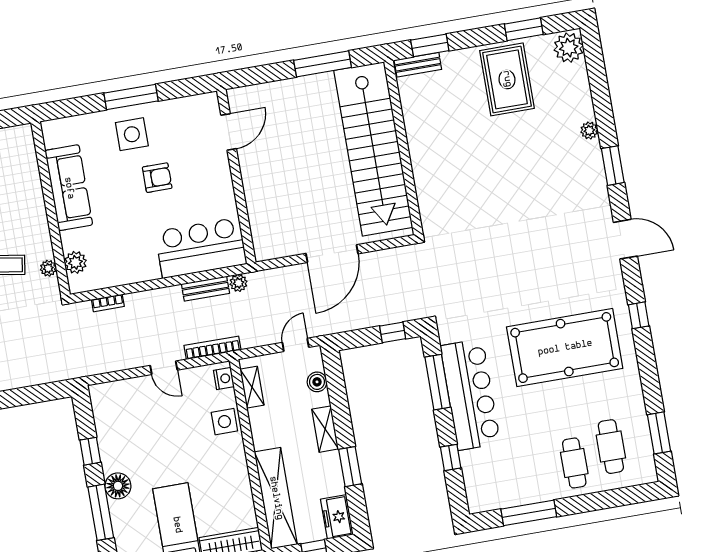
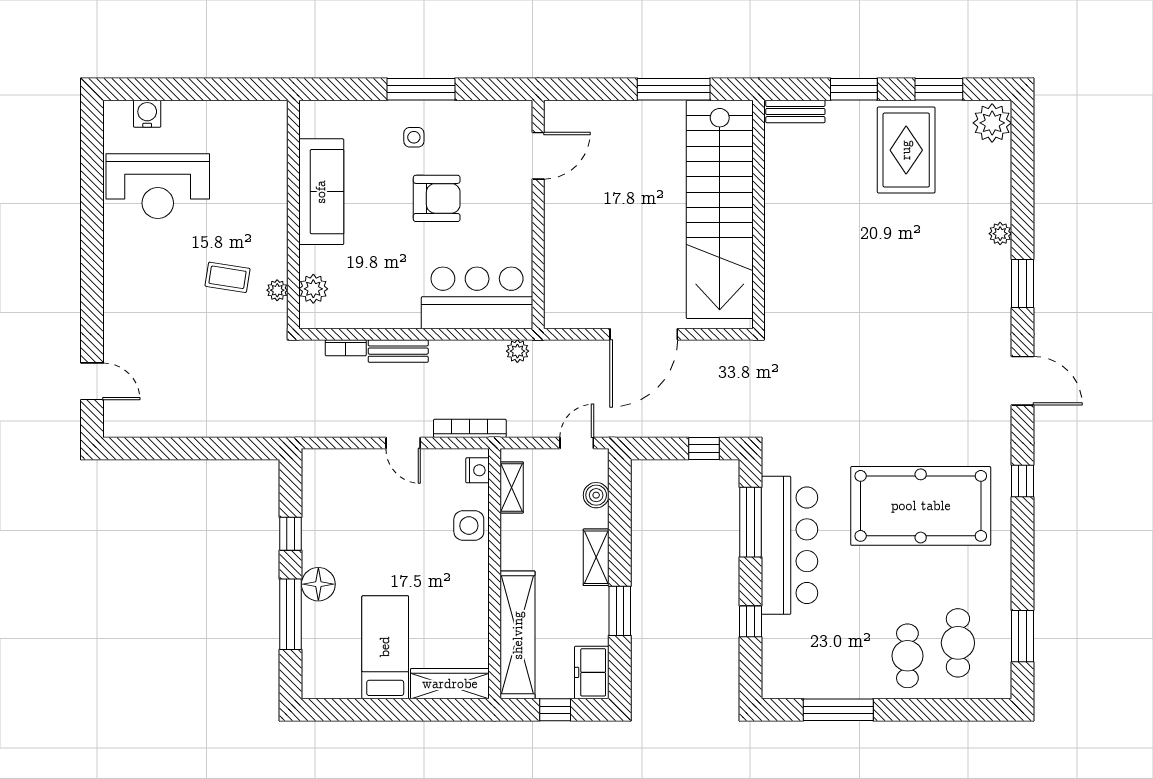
window: (430, 45) -> (854, 89), moved
side table: (132, 134) -> (414, 137), width x0.54, depth x0.54
armchair: (157, 178) -> (437, 198), width x1.38, depth x1.38
bench: (205, 289) -> (398, 351), moved

